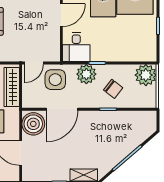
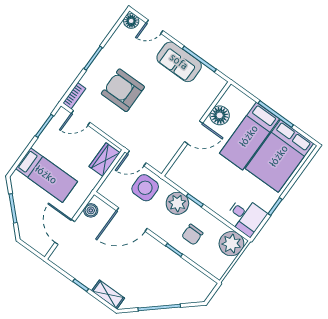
desk: (76, 47) -> (246, 216), moved, turned -90
wardrobe: (12, 87) -> (104, 160), width x0.67
chair: (113, 89) -> (192, 235), turned 52
boiler: (33, 124) -> (91, 210), width x0.54, depth x0.54

